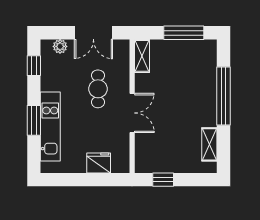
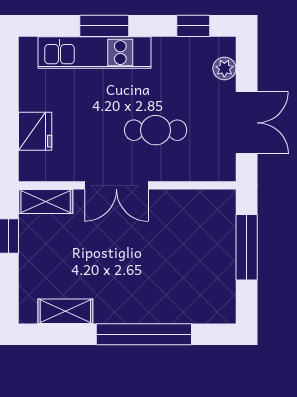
double door: (93, 33) -> (247, 123), swing flipped
window: (184, 33) -> (247, 247), moved
shelving: (142, 56) -> (46, 202), moved

